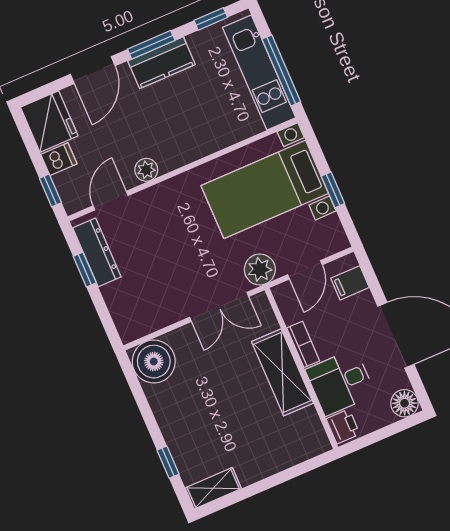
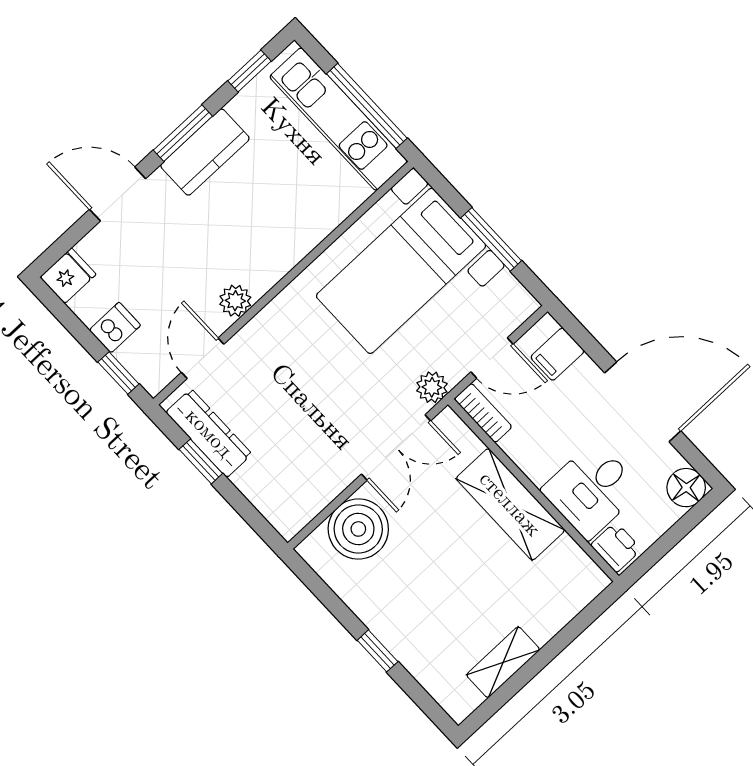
door: (93, 70) -> (118, 194), swing flipped
fridge: (49, 122) -> (68, 276), width x0.53, depth x0.75
window: (333, 190) -> (491, 239), width x1.50
plant: (260, 269) -> (432, 387), width x0.73, depth x0.73
door: (305, 270) -> (492, 358), hinge flipped
bookcase: (303, 344) -> (483, 413), moved
boiler: (154, 362) -> (358, 529), moved
window: (168, 462) -> (378, 651), moved
shelving: (213, 488) -> (503, 662), moved

